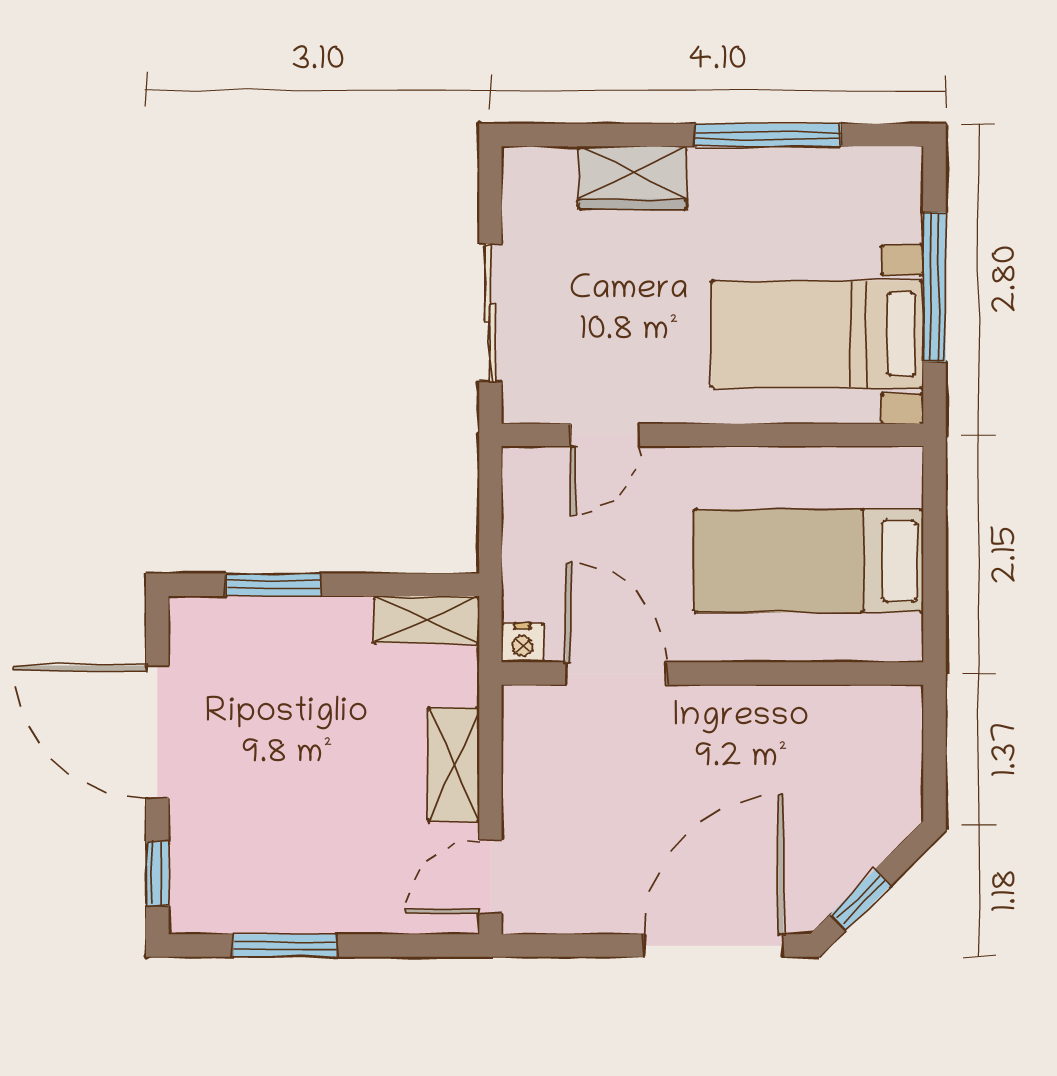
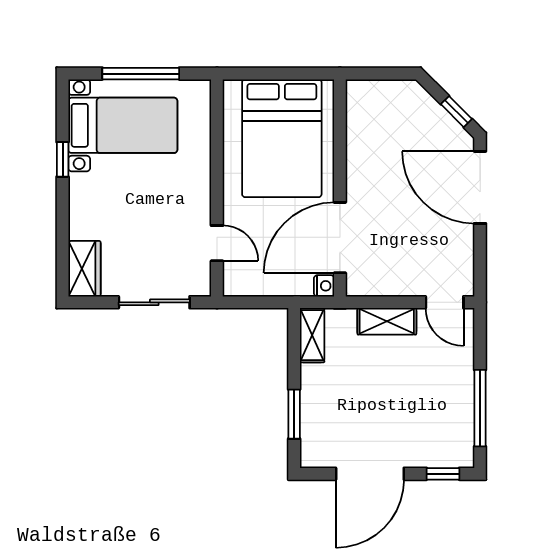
window: (768, 135) -> (63, 159), width x0.46
wardrobe: (632, 178) -> (84, 269), moved
bed with nightstands: (818, 334) -> (123, 125), moved, turned -90
bed: (809, 561) -> (282, 138), width x1.50
door: (616, 674) -> (340, 238), width x1.36
window: (285, 946) -> (480, 408), width x1.44

